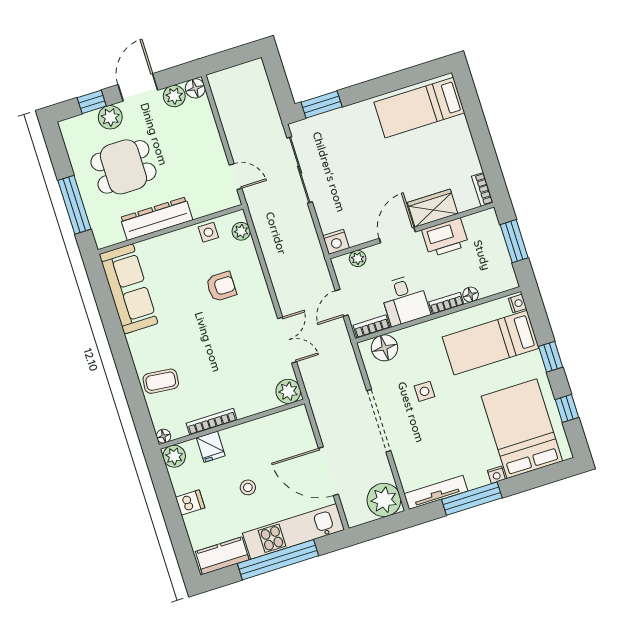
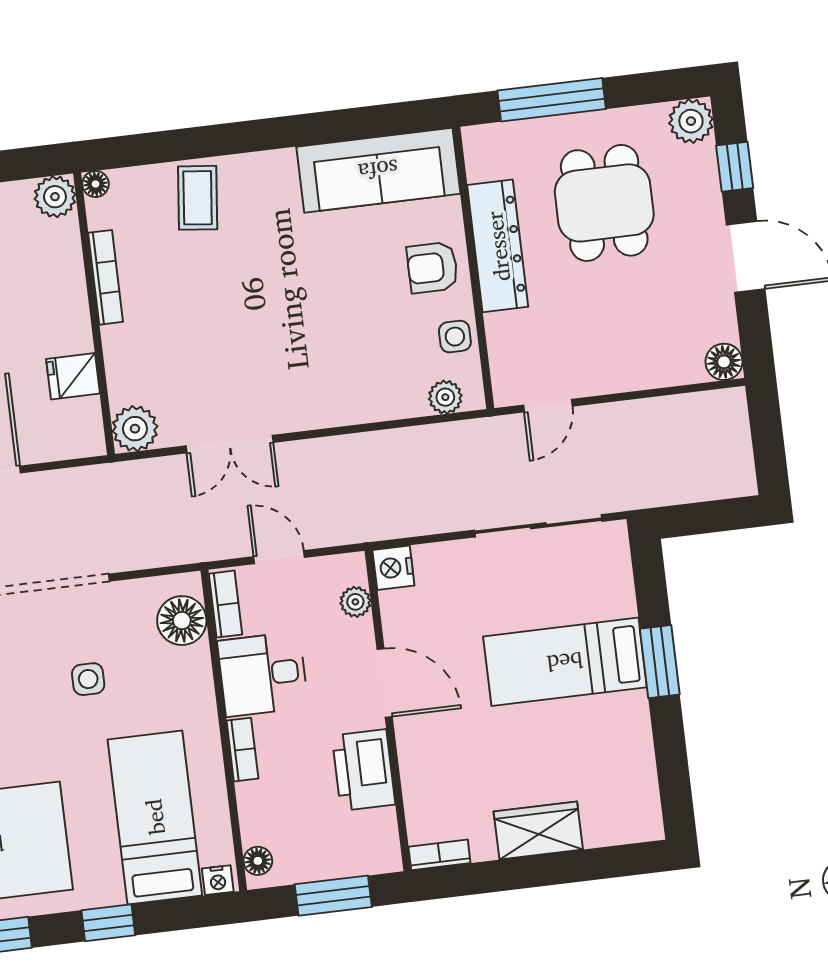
plant: (174, 96) -> (717, 321), removed
window: (322, 104) -> (660, 662), moved
bed: (419, 108) -> (565, 662), moved, turned -90
plant: (110, 117) -> (691, 121), moved
wardrobe: (433, 208) -> (538, 830), moved, turned -90
armchair: (221, 286) -> (432, 268), moved, turned 90
floor lamp: (471, 295) -> (258, 861), moved
fridge: (211, 447) -> (73, 376), moved

